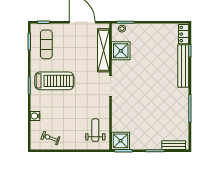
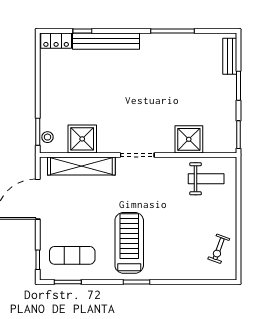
water cooler: (35, 116) -> (184, 273), removed
weight bench: (95, 130) -> (206, 179), turned 180
shower: (121, 141) -> (189, 139), moved

